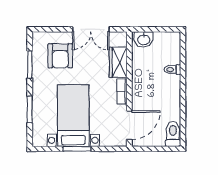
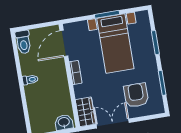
wardrobe: (118, 62) -> (86, 112), moved
toilet: (172, 70) -> (30, 80), moved

